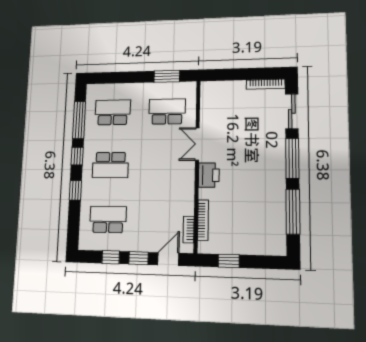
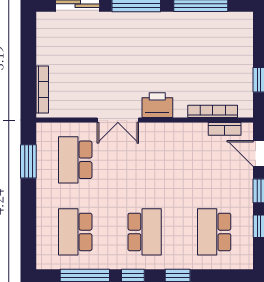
bookcase: (266, 84) -> (42, 89), moved

